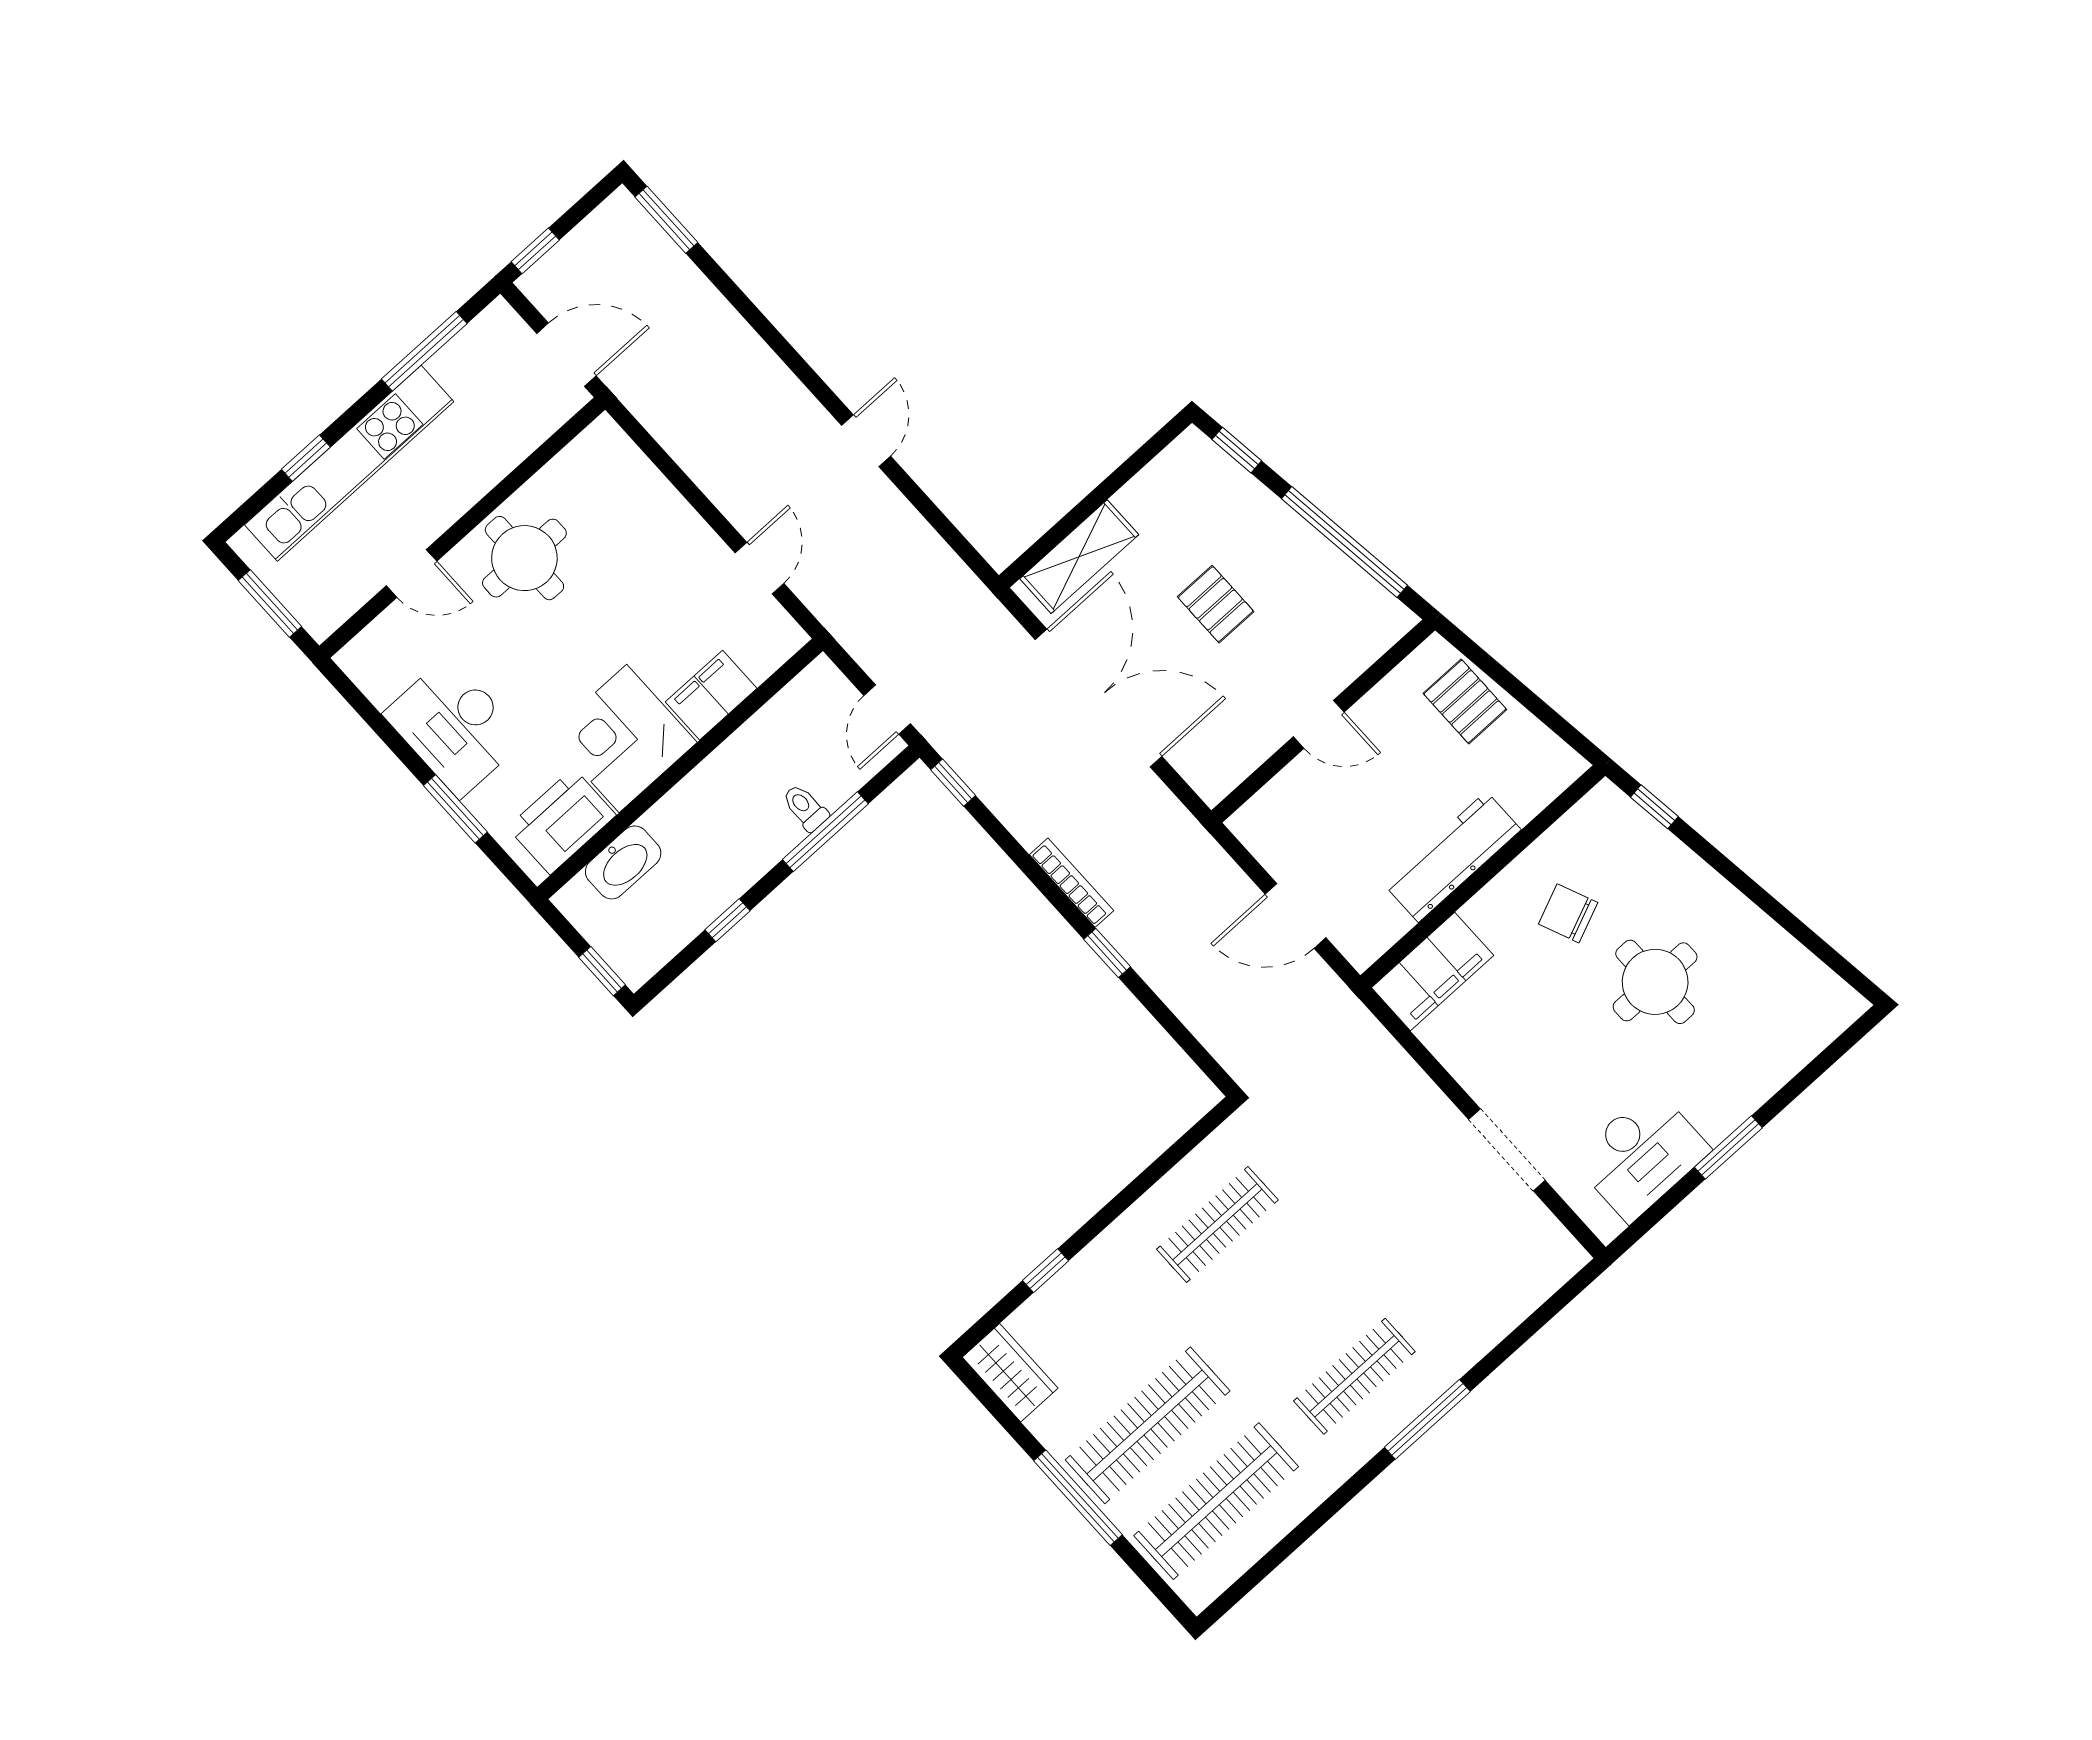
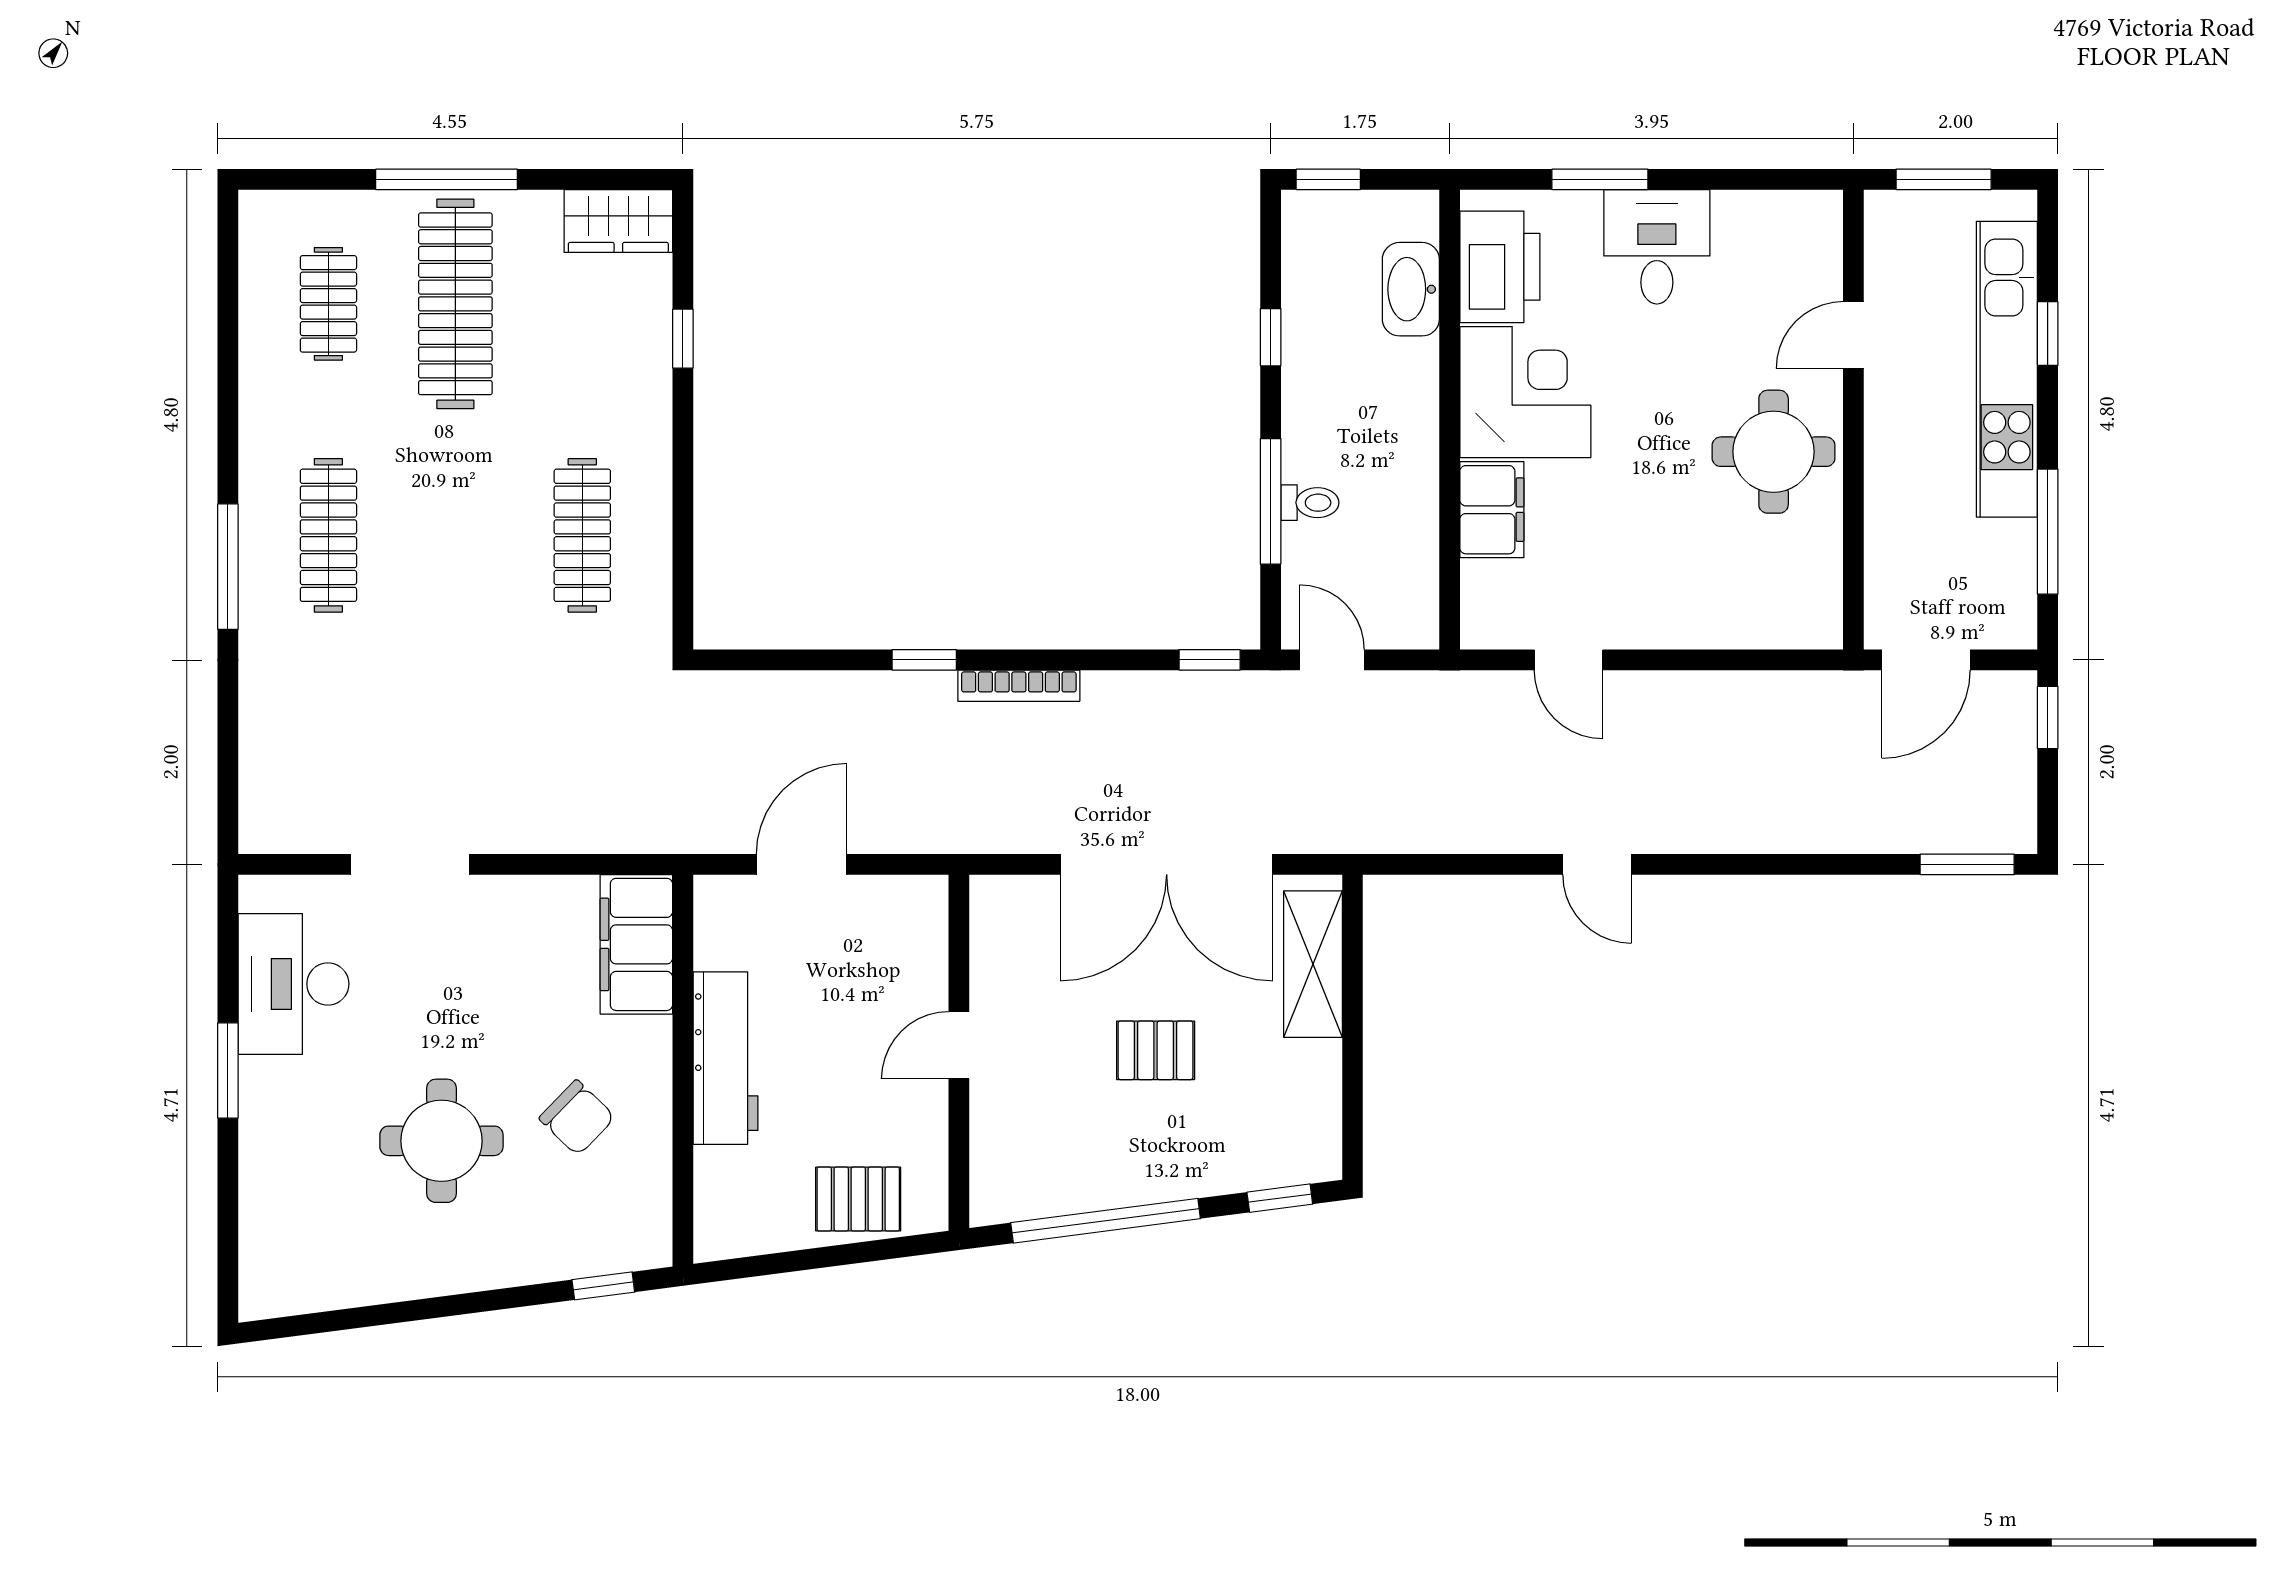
desk: (454, 727) -> (1657, 247), width x0.73
chair: (1568, 913) -> (577, 1118), turned 67
clothes rail: (1216, 1501) -> (328, 304), width x0.54, depth x0.76

